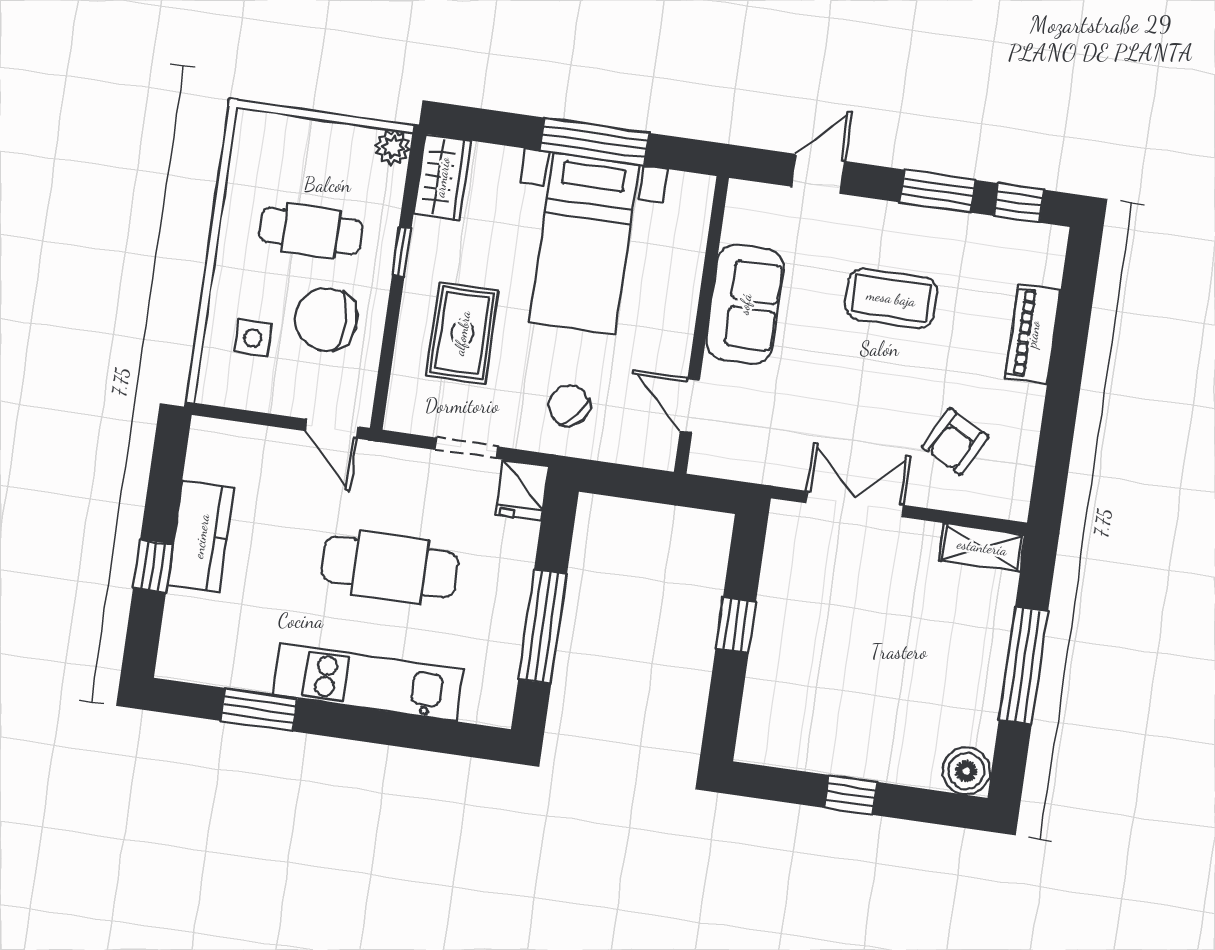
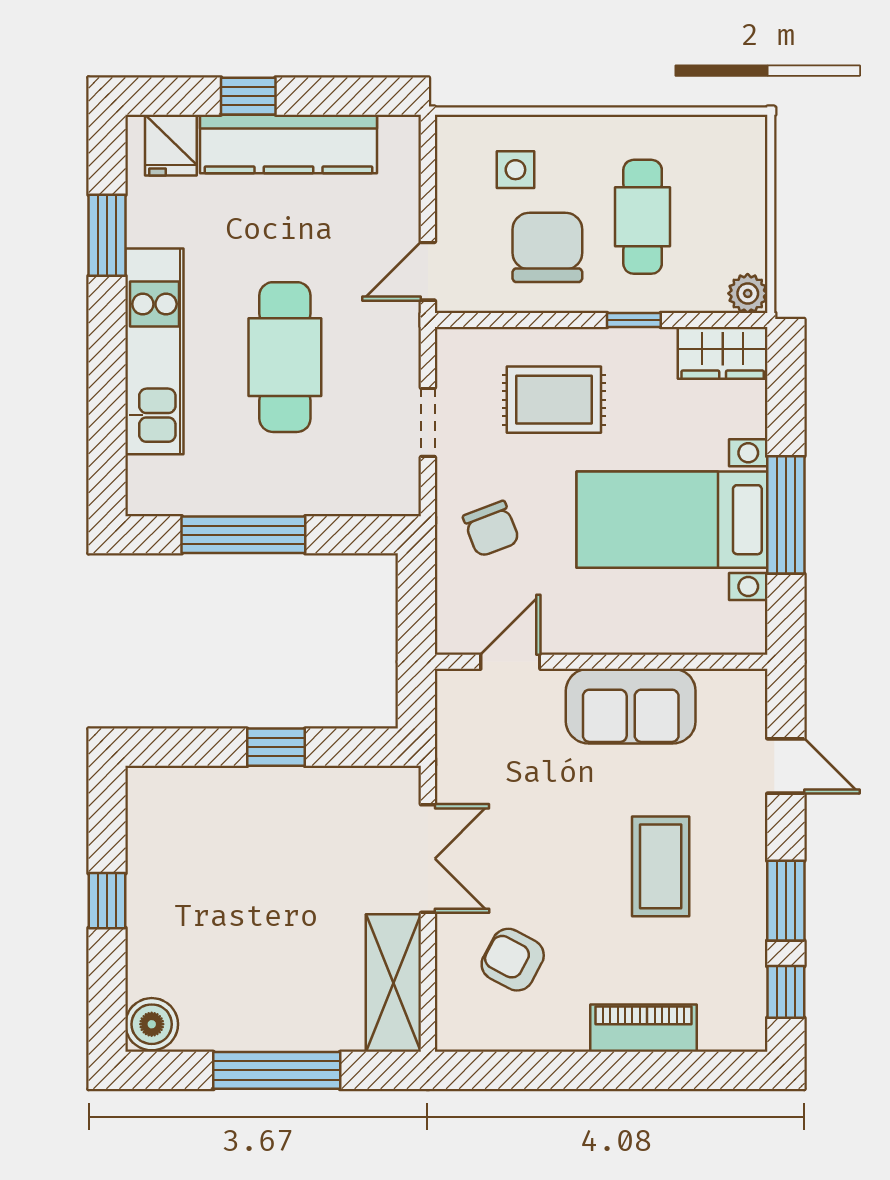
chair: (569, 406) -> (491, 529), turned 119
fridge: (522, 490) -> (171, 145), moved, turned -90
kitchen counter: (201, 536) -> (288, 144), width x1.50
shelving: (982, 547) -> (393, 983), width x1.50, depth x1.33

